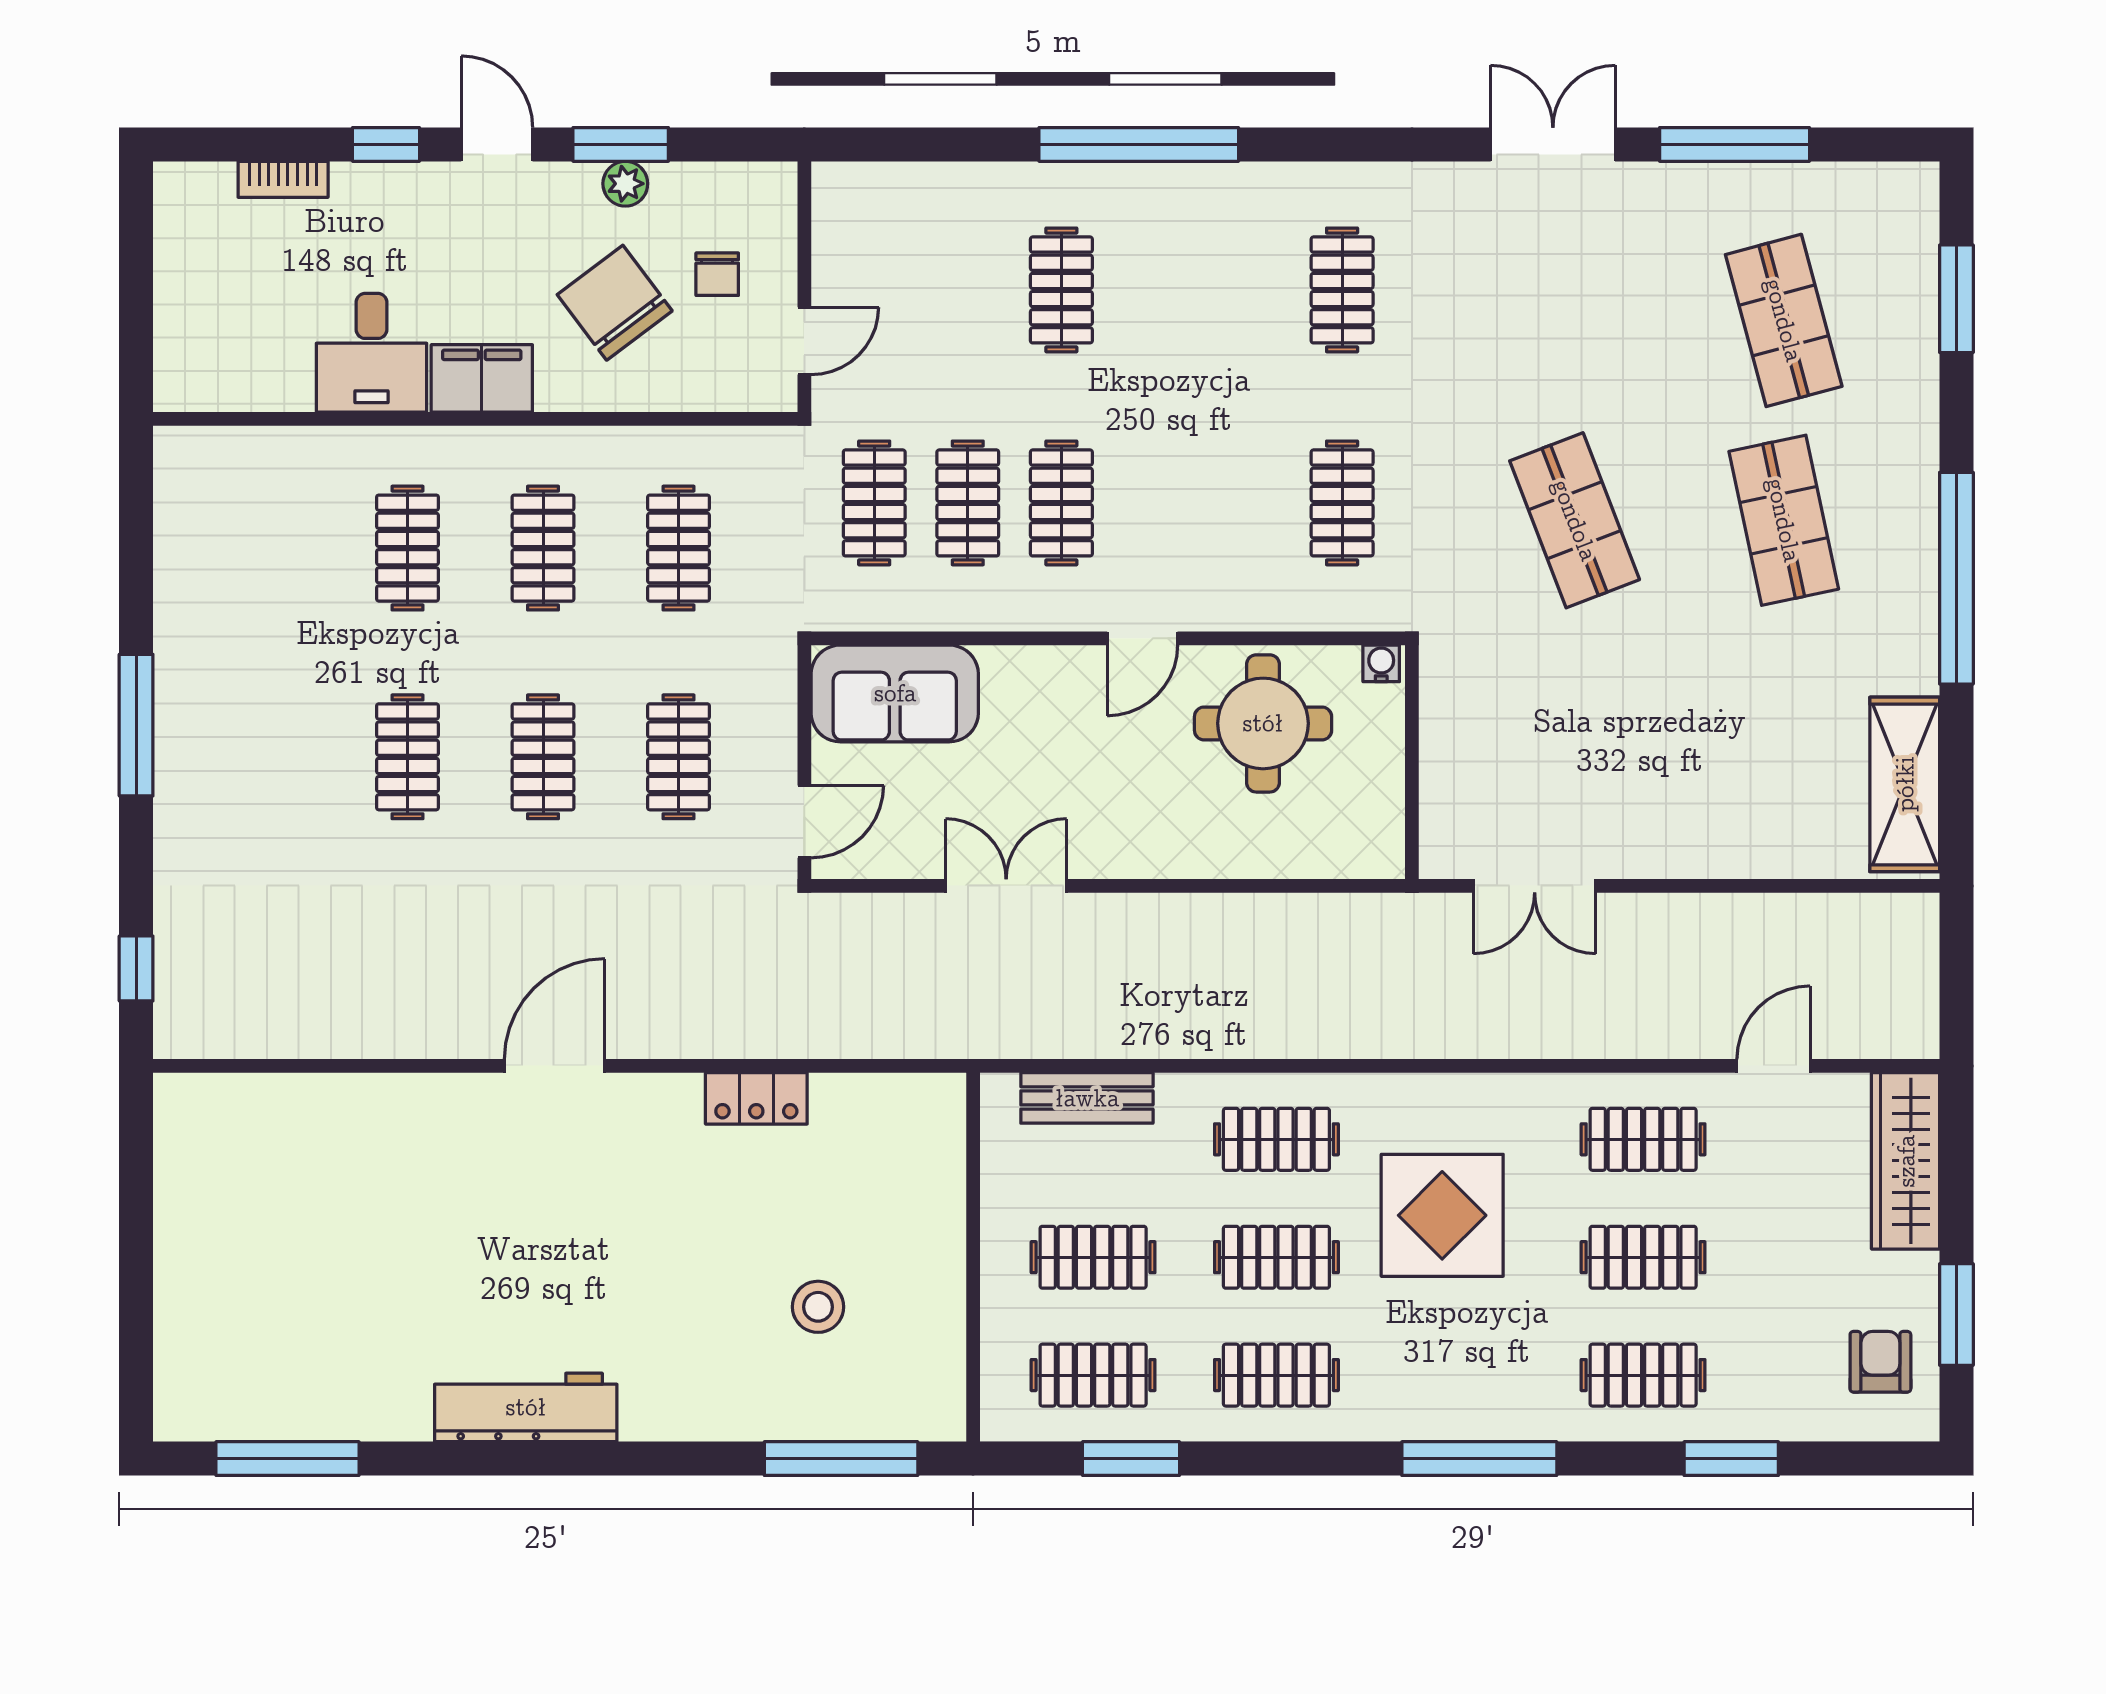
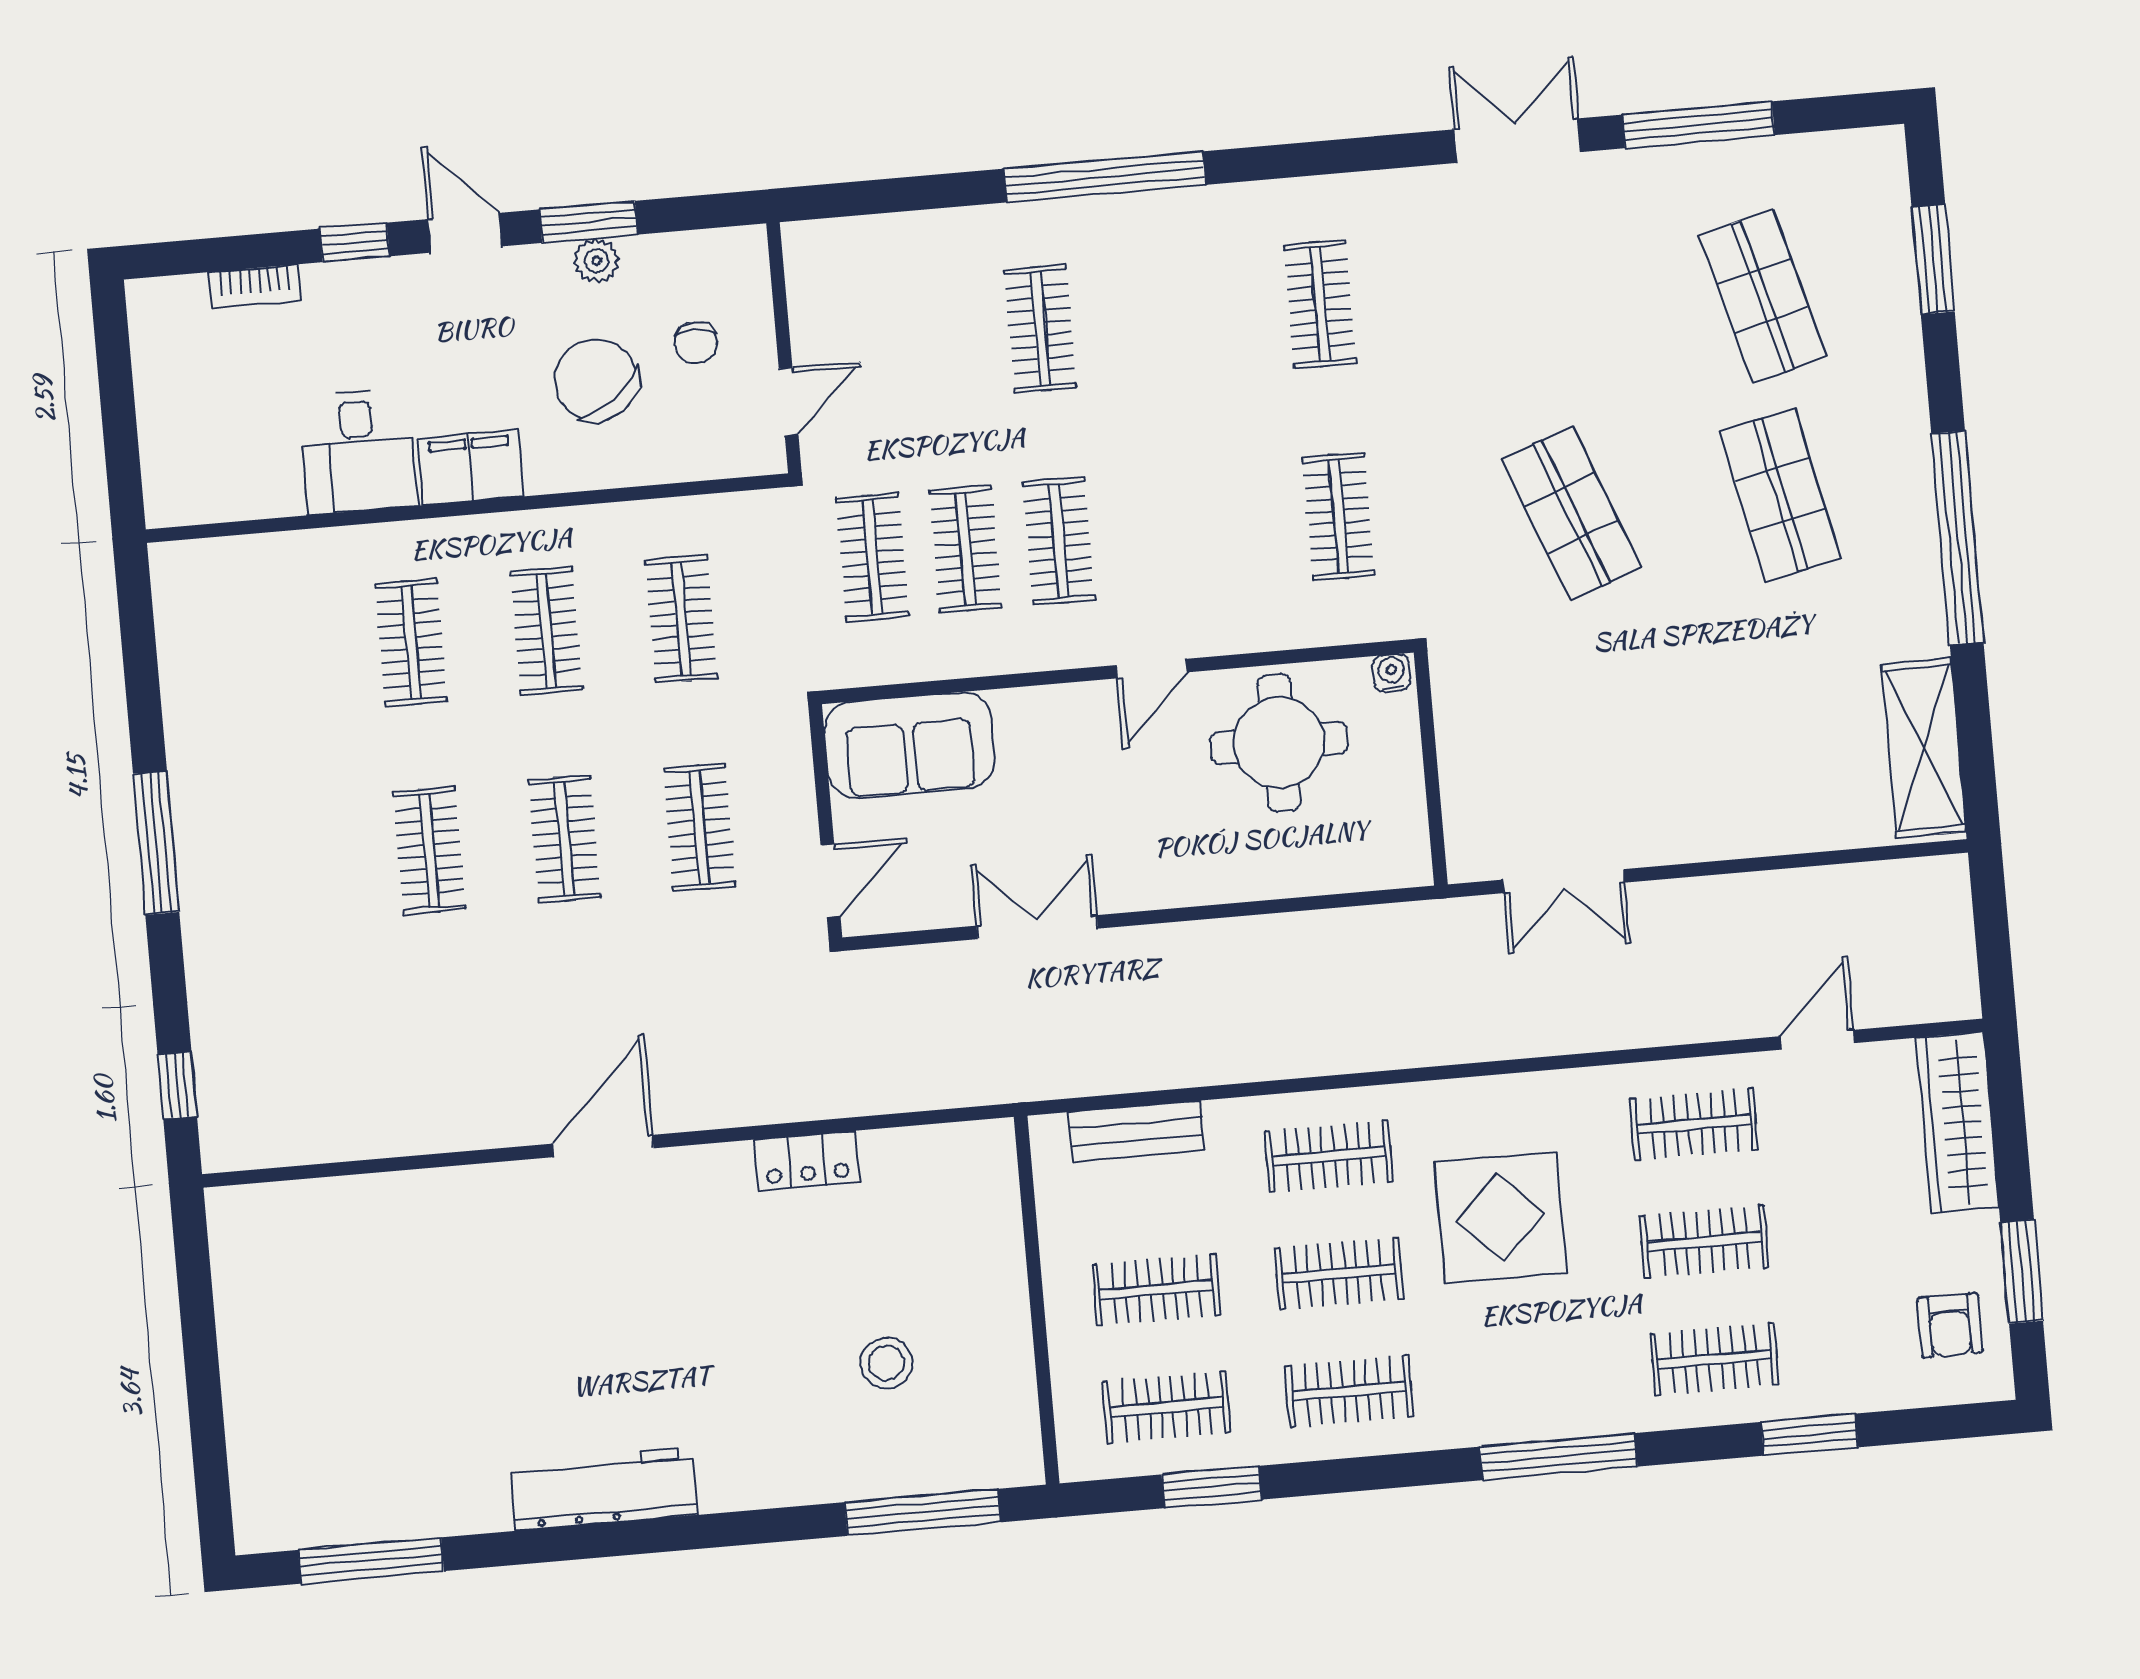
armchair: (1880, 1362) -> (1950, 1325), turned 180

